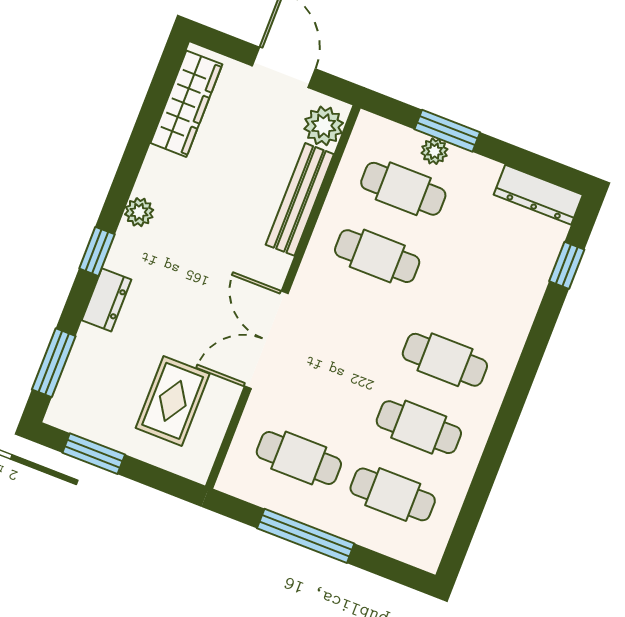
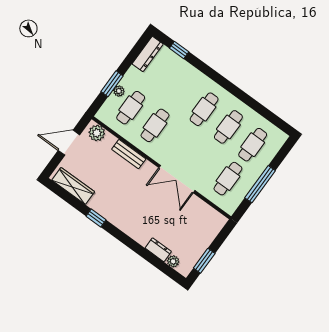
bench: (300, 199) -> (129, 154), width x0.73
plant: (139, 212) -> (173, 261), moved
window: (97, 251) -> (96, 218), moved
dresser: (106, 300) -> (158, 250), moved
window: (54, 363) -> (163, 267), removed
rug: (173, 401) -> (191, 223), removed

